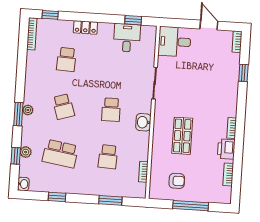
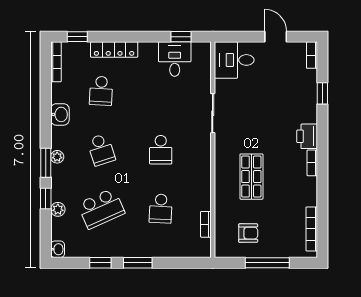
locker: (85, 27) -> (114, 49), width x1.53
washbasin: (143, 122) -> (60, 114), moved, turned 180
printer: (226, 149) -> (307, 136), moved
school desk: (60, 154) -> (101, 209), turned -33
window: (16, 156) -> (46, 198), moved
bookcase: (228, 174) -> (312, 229), width x1.56
window: (110, 200) -> (138, 263), moved

